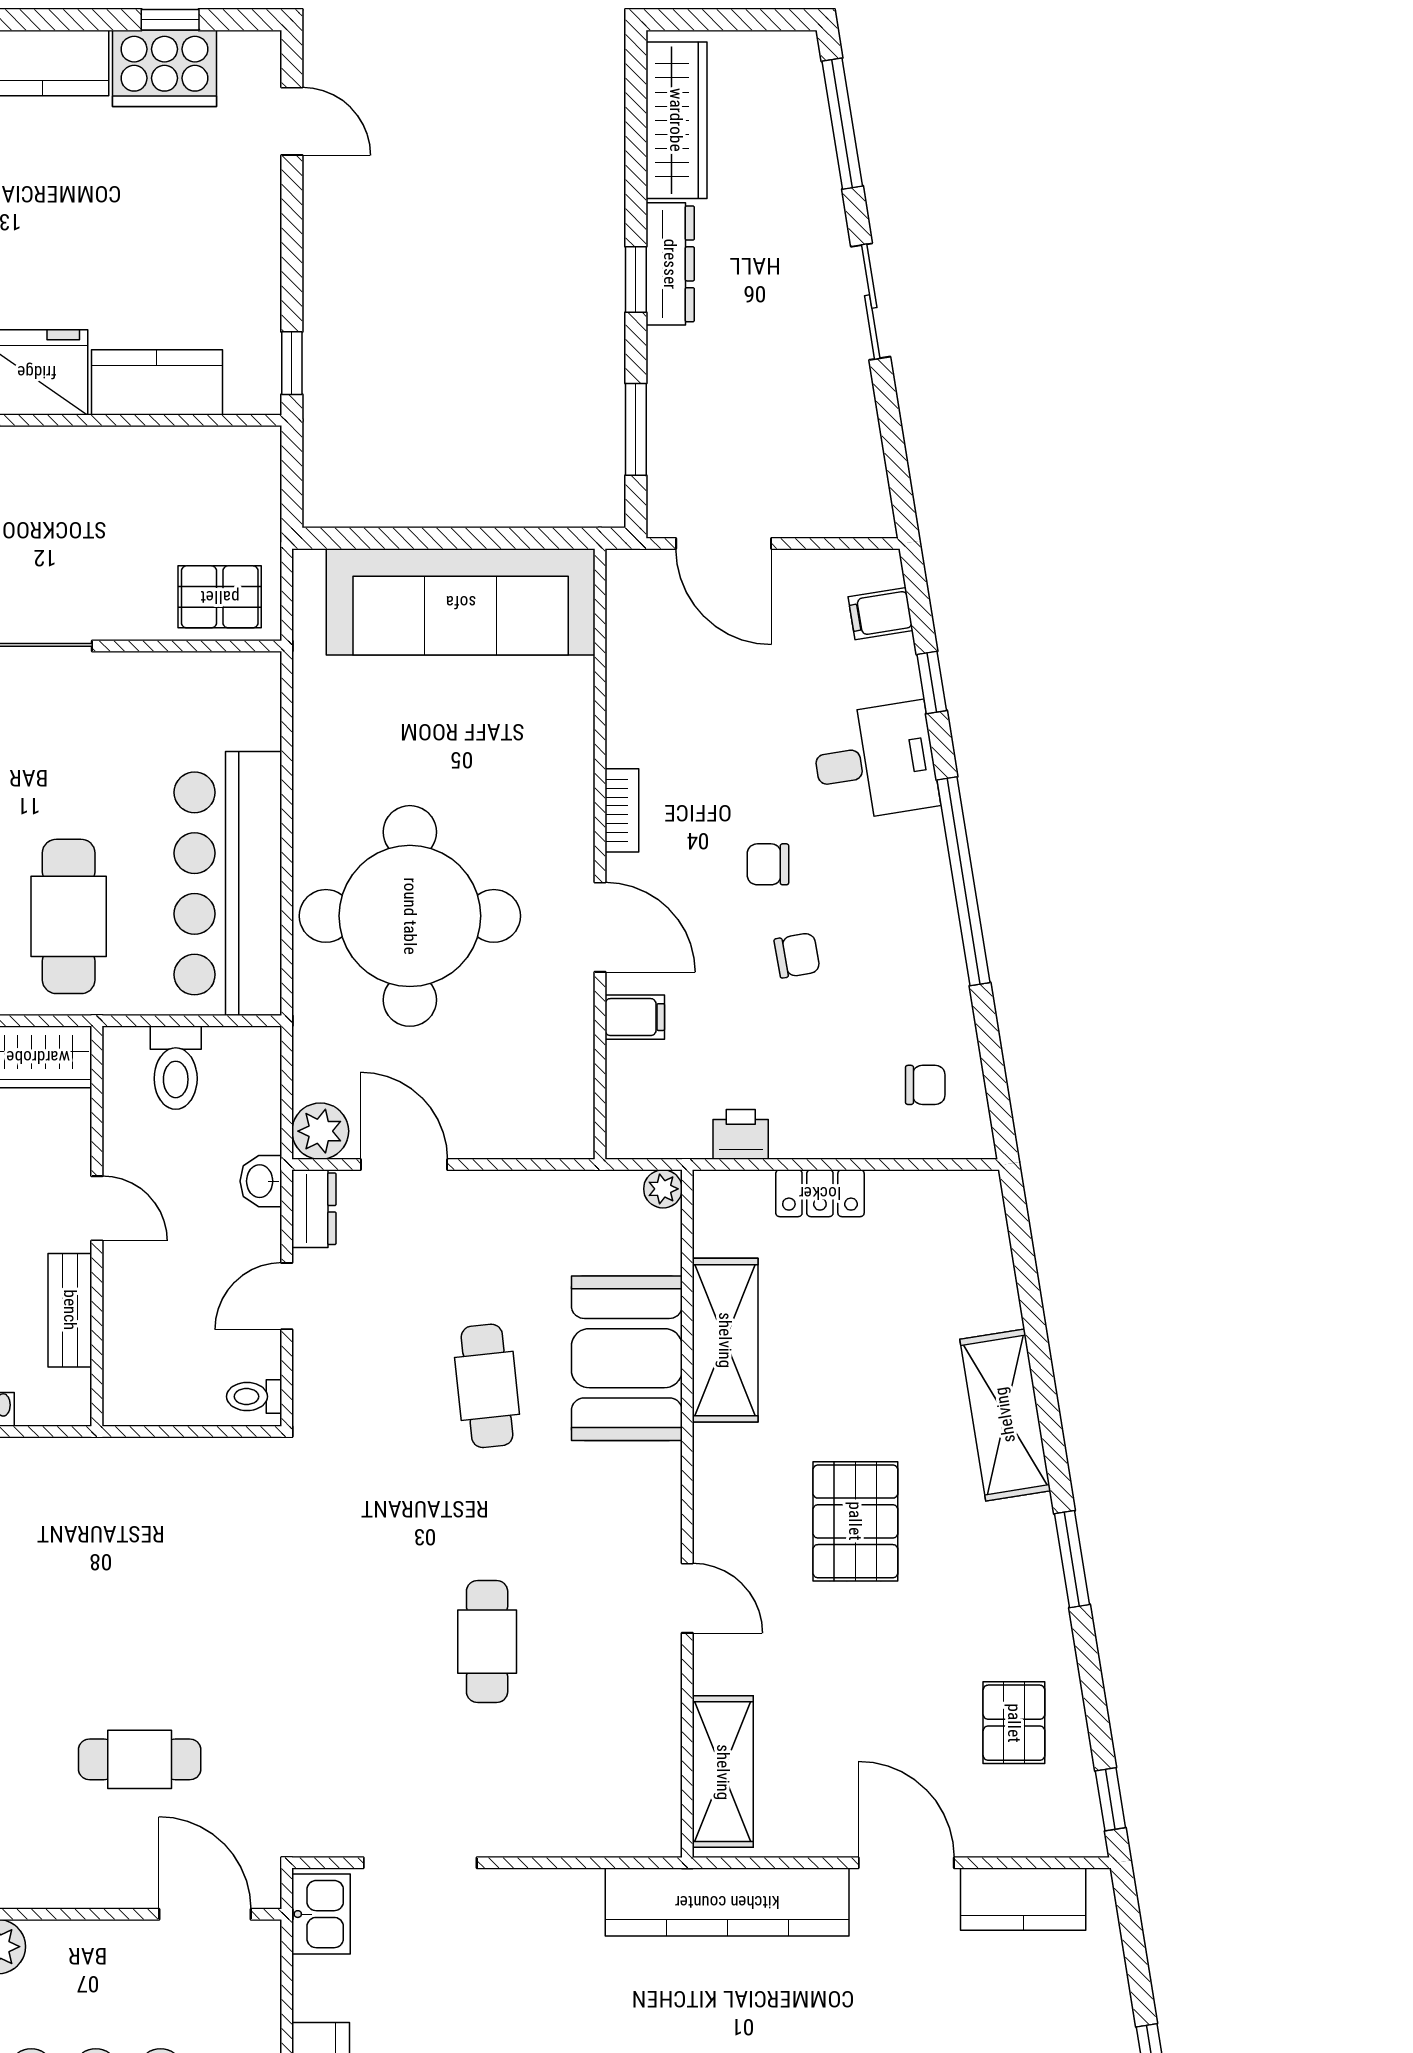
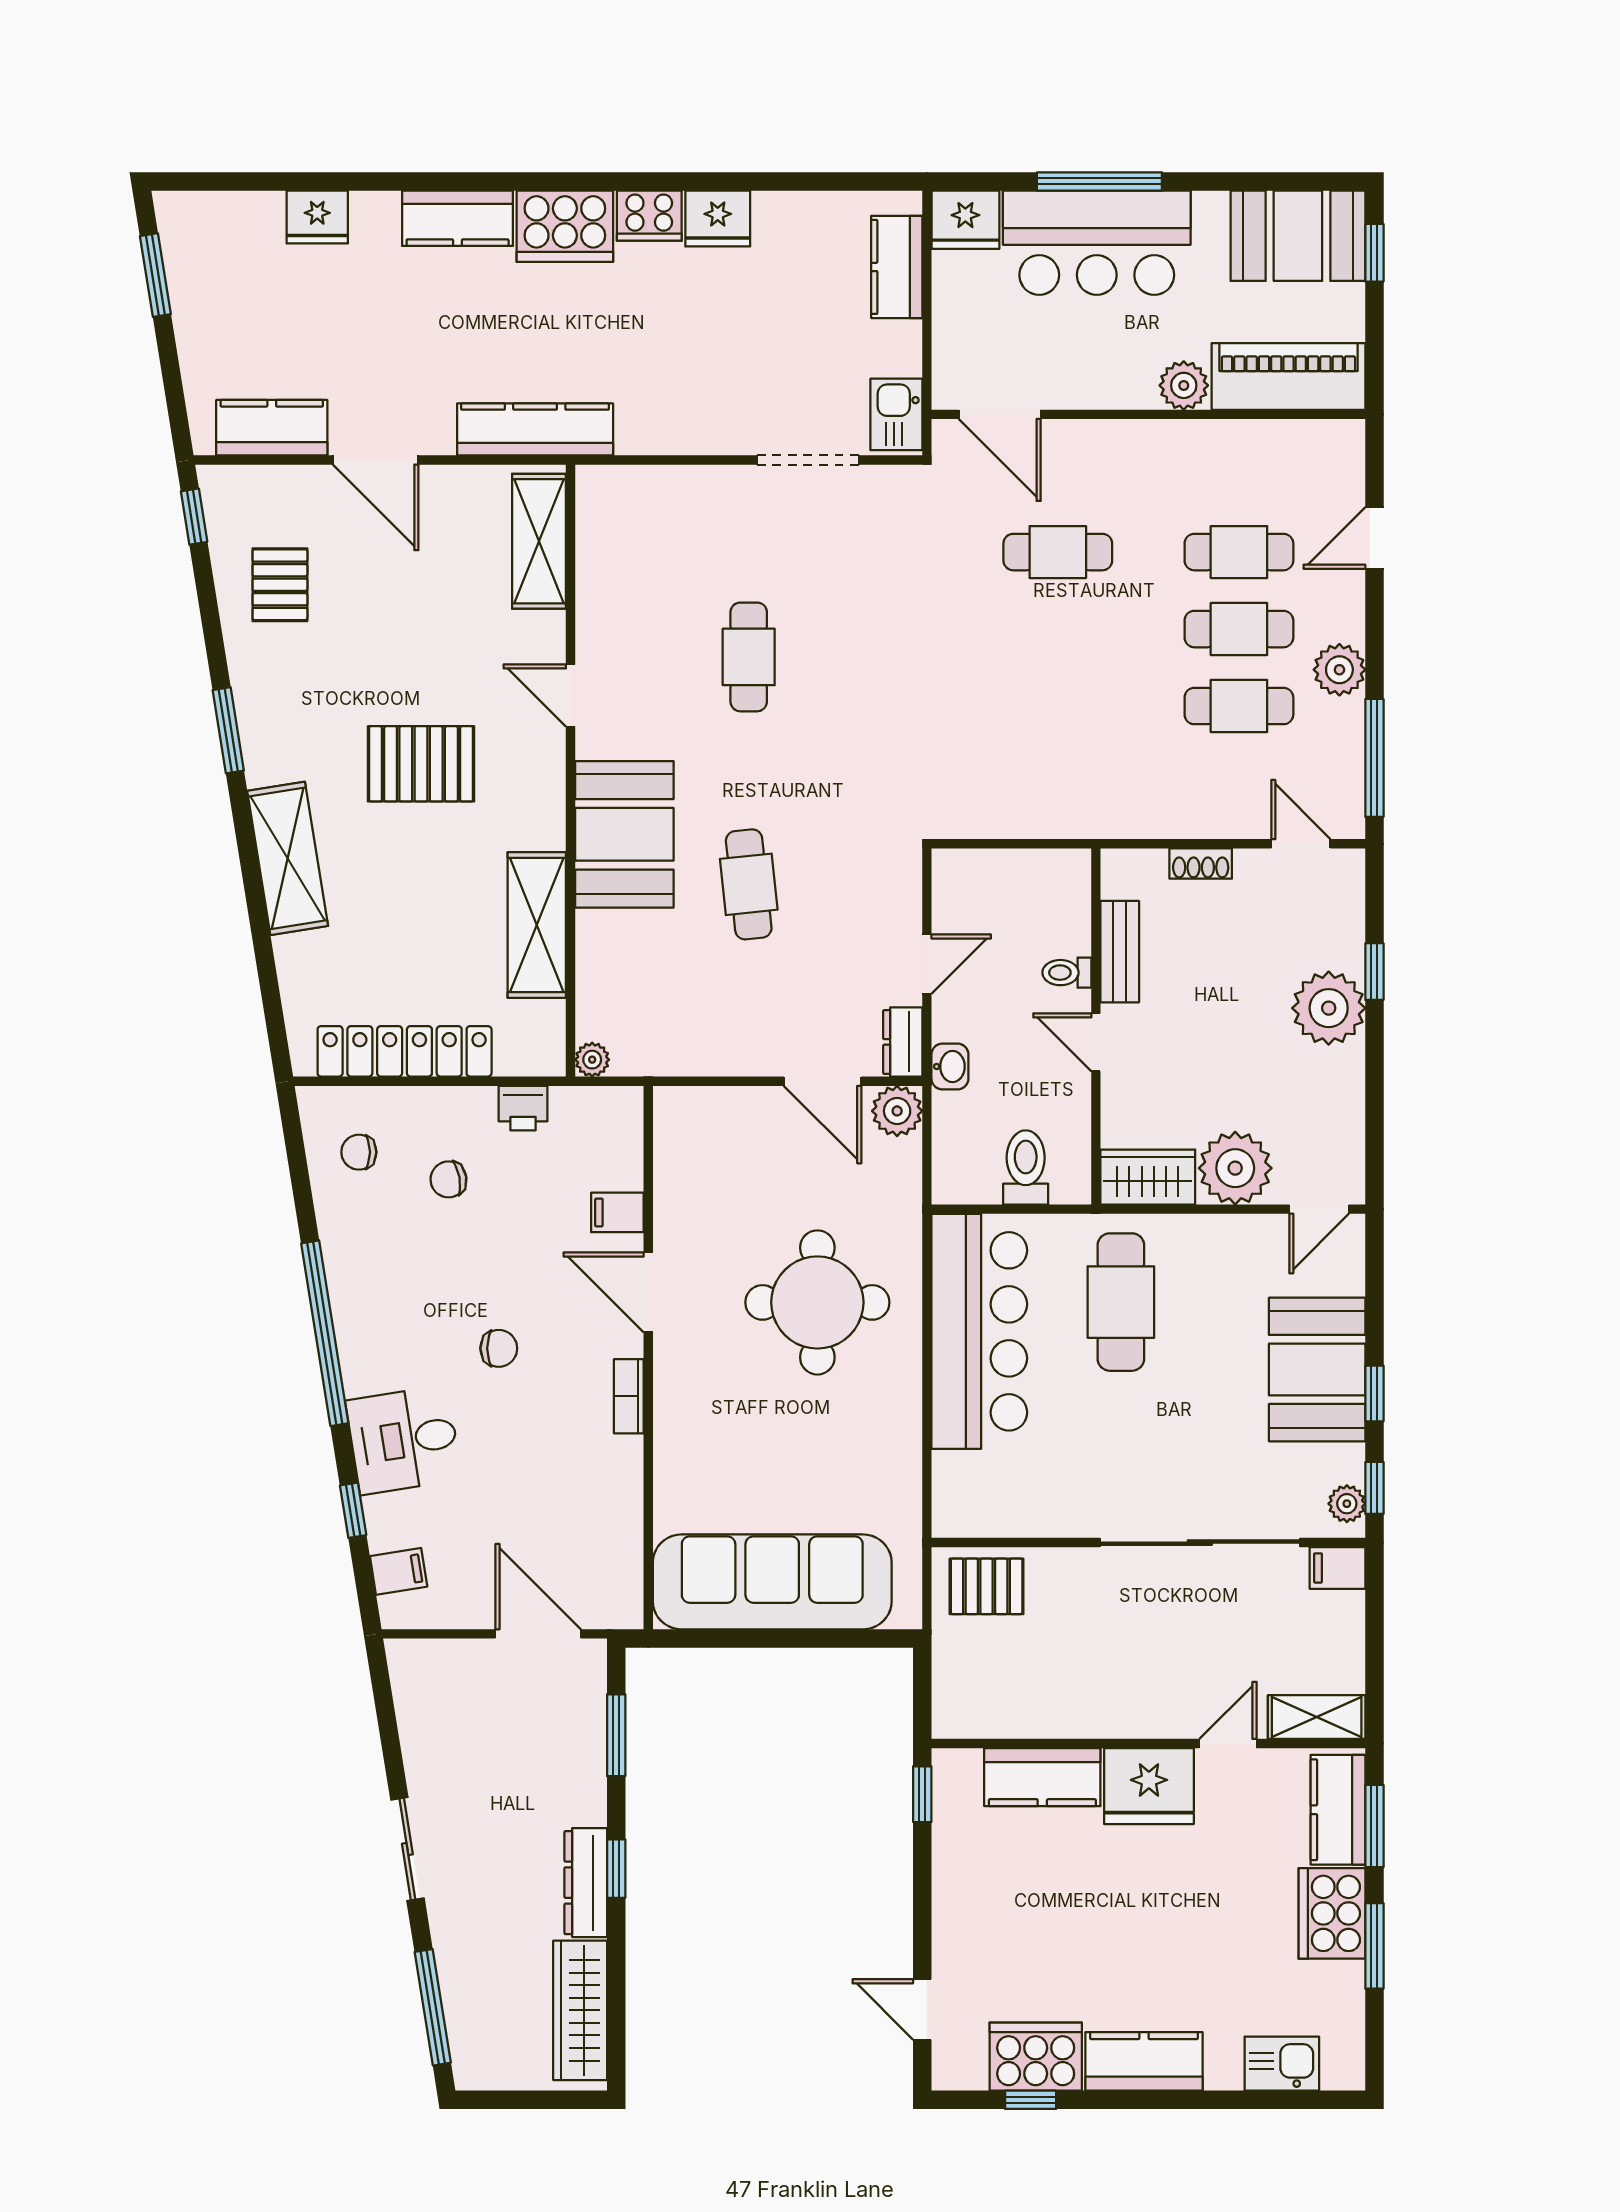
round table: (410, 916) -> (817, 1302), width x0.73, depth x0.73
chair: (797, 955) -> (448, 1179), moved
locker: (820, 1193) -> (405, 1051), width x2.16, depth x1.21
booth: (627, 1358) -> (624, 834), moved
toilet: (254, 1397) -> (1067, 973), moved, turned 180
pallet: (855, 1521) -> (421, 764), turned 90
kitchen counter: (727, 1902) -> (535, 429), width x0.72, depth x0.86

